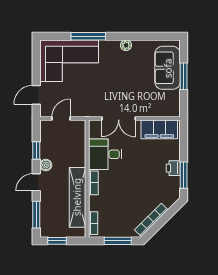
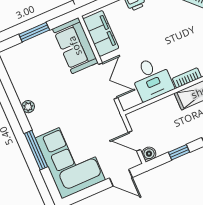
sofa: (168, 68) -> (75, 46), moved, turned 90
boiler: (46, 165) -> (149, 154), moved

